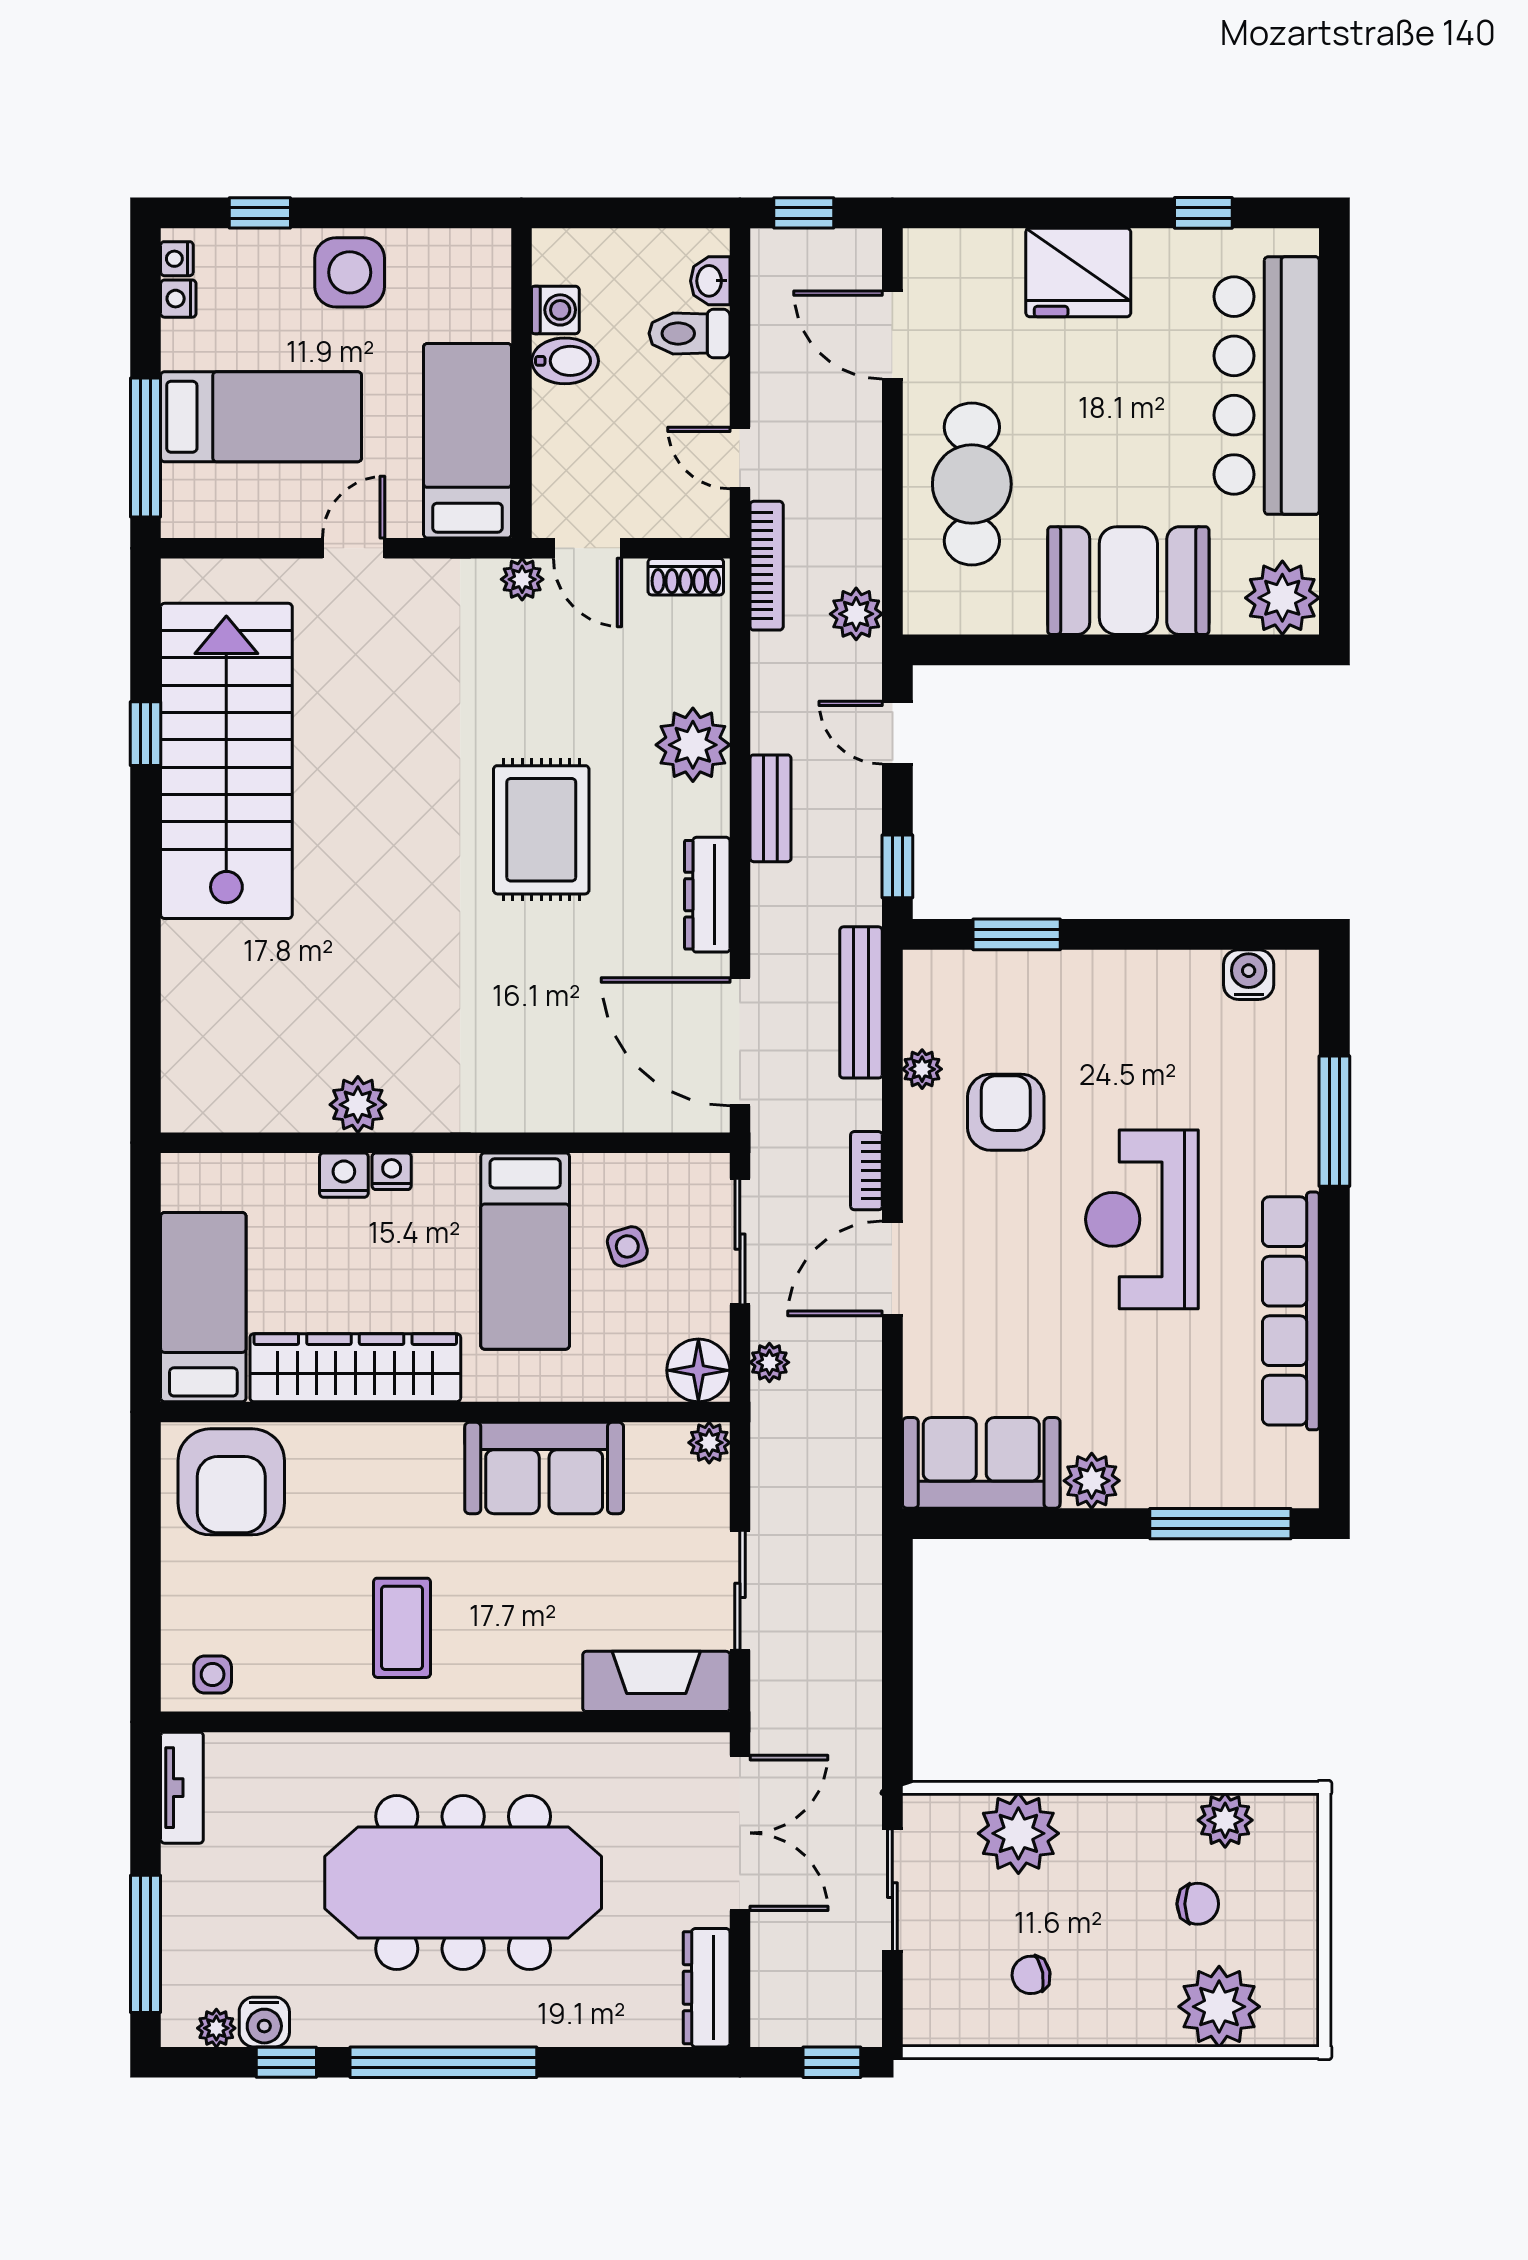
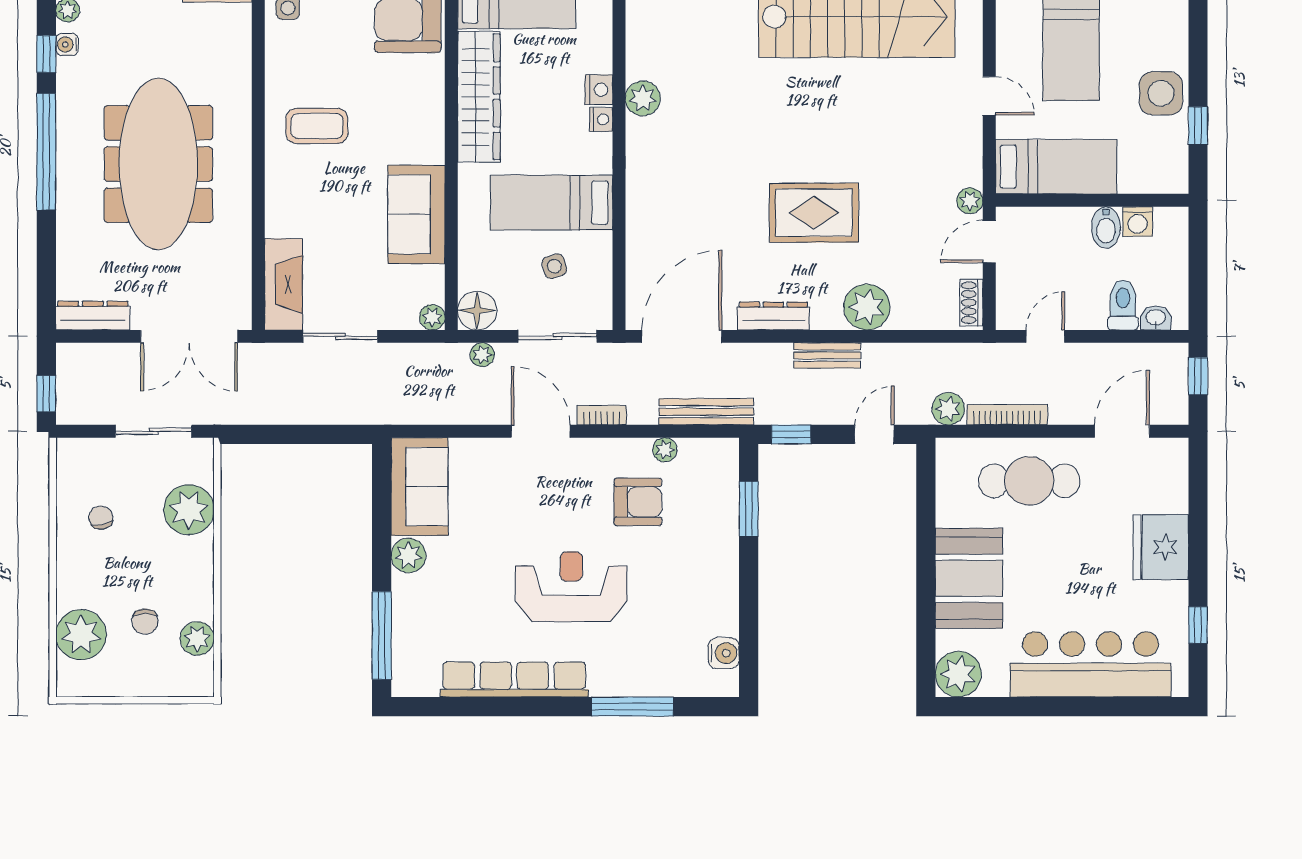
window: (260, 213) -> (1198, 126), moved
bookcase: (767, 566) -> (1007, 415), moved, turned 180
water cooler: (264, 2022) -> (67, 44), width x0.72, depth x0.72

